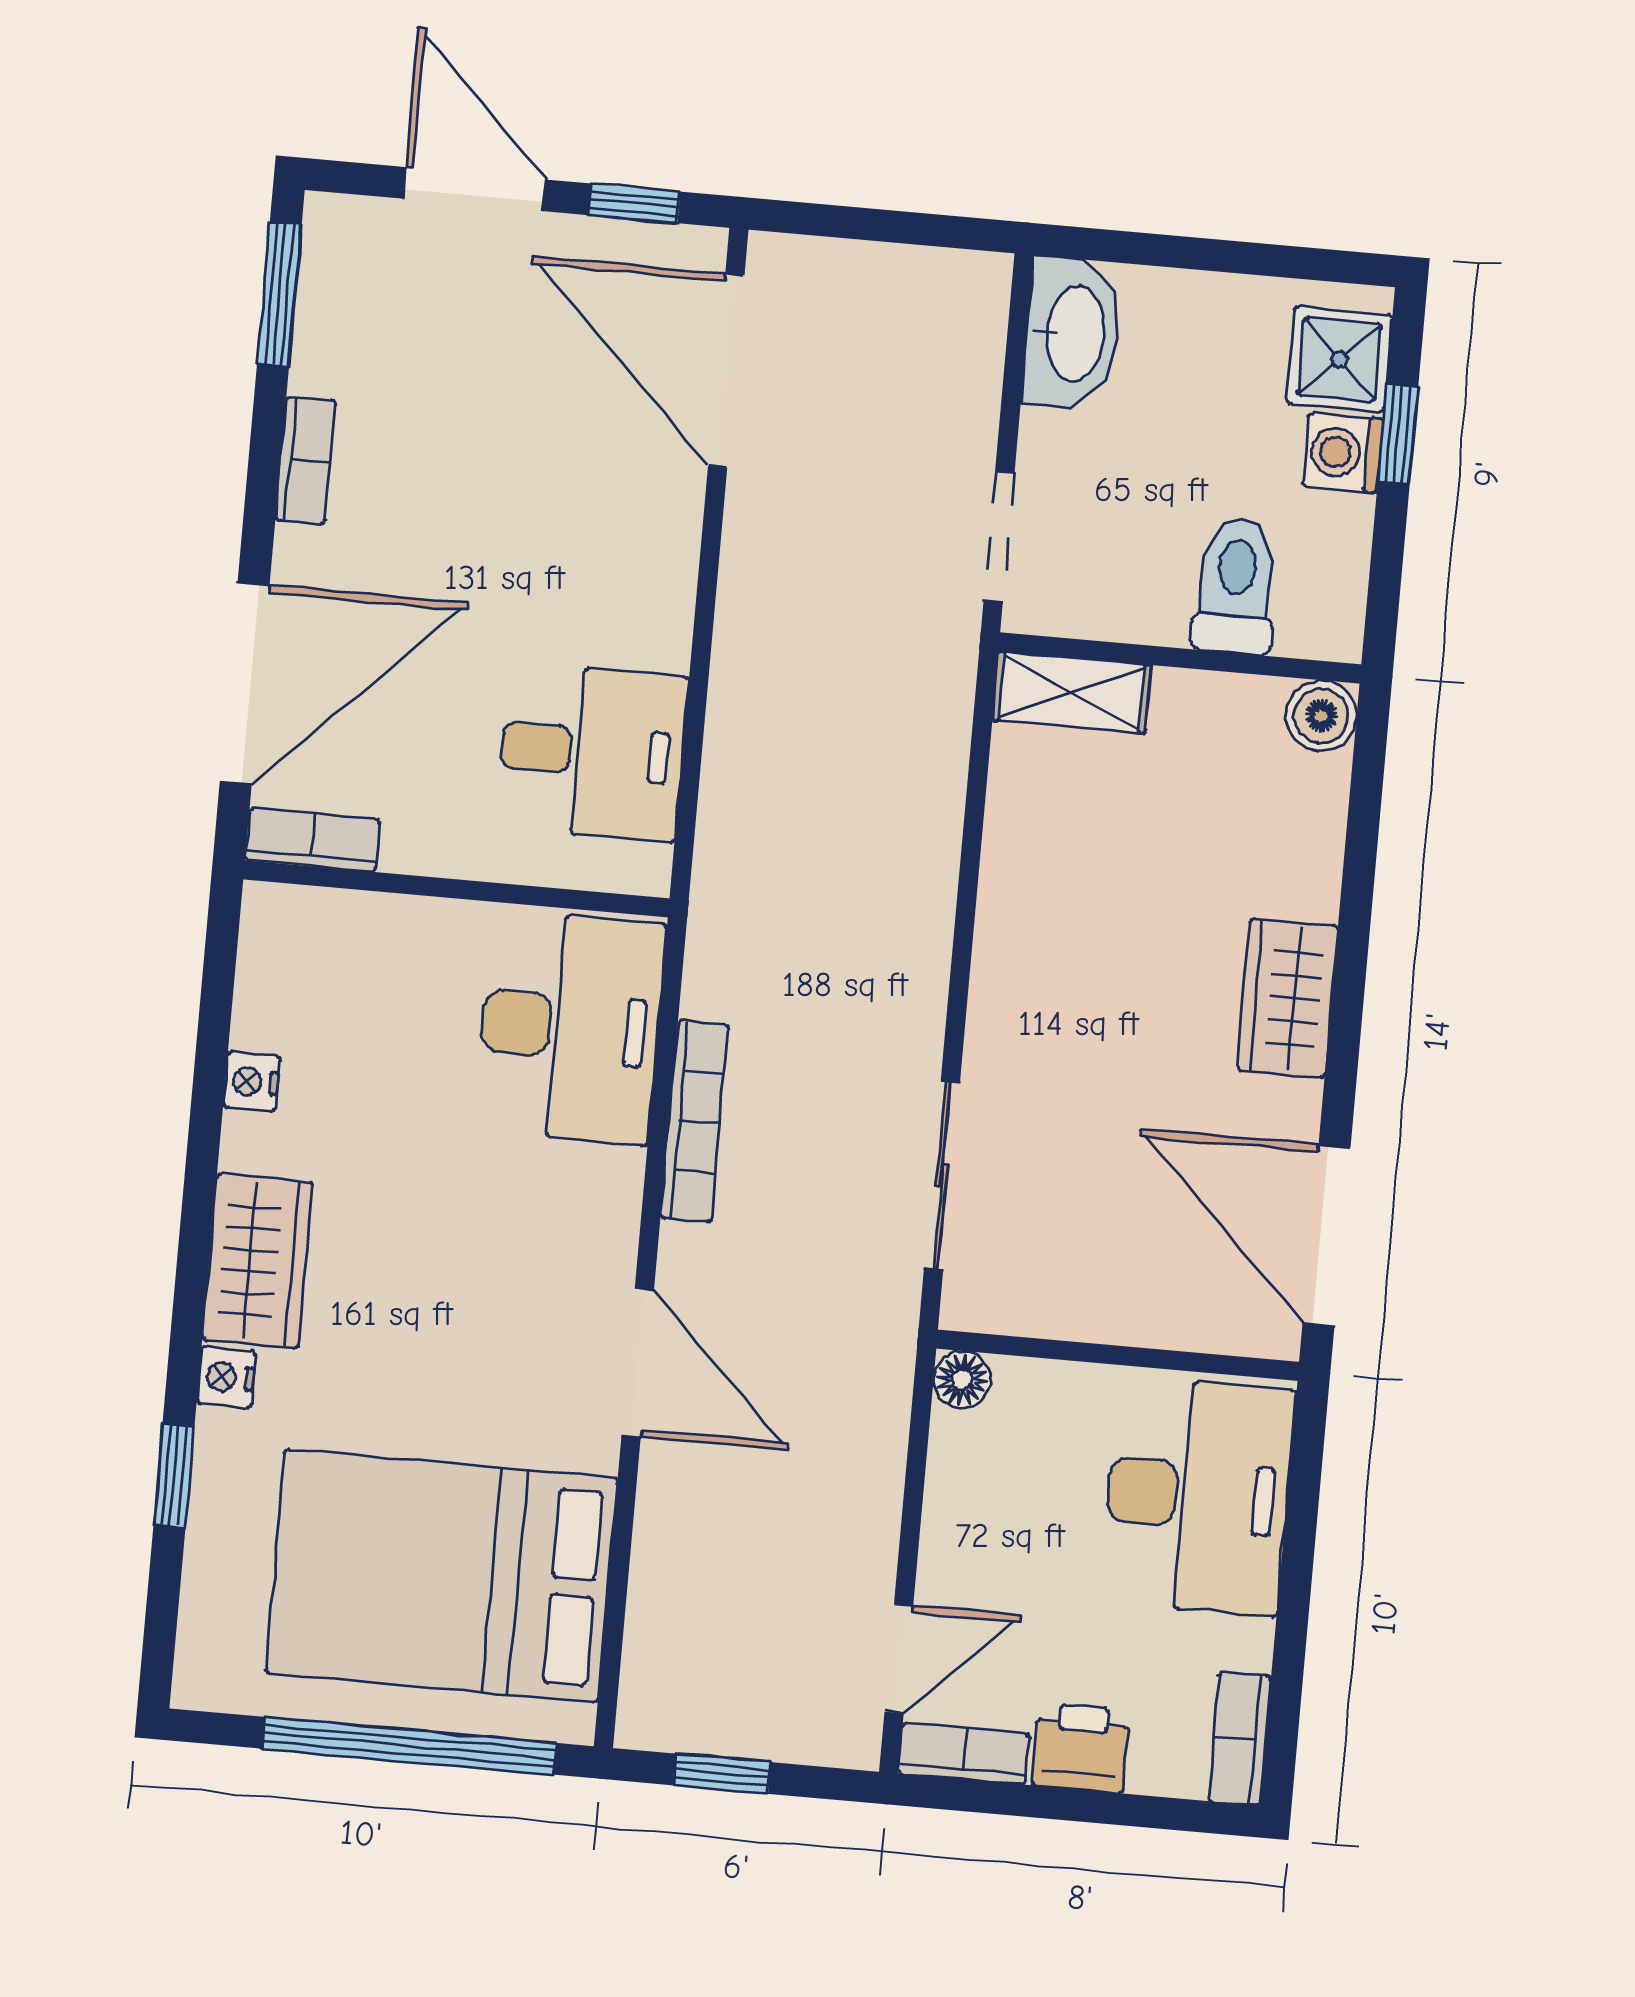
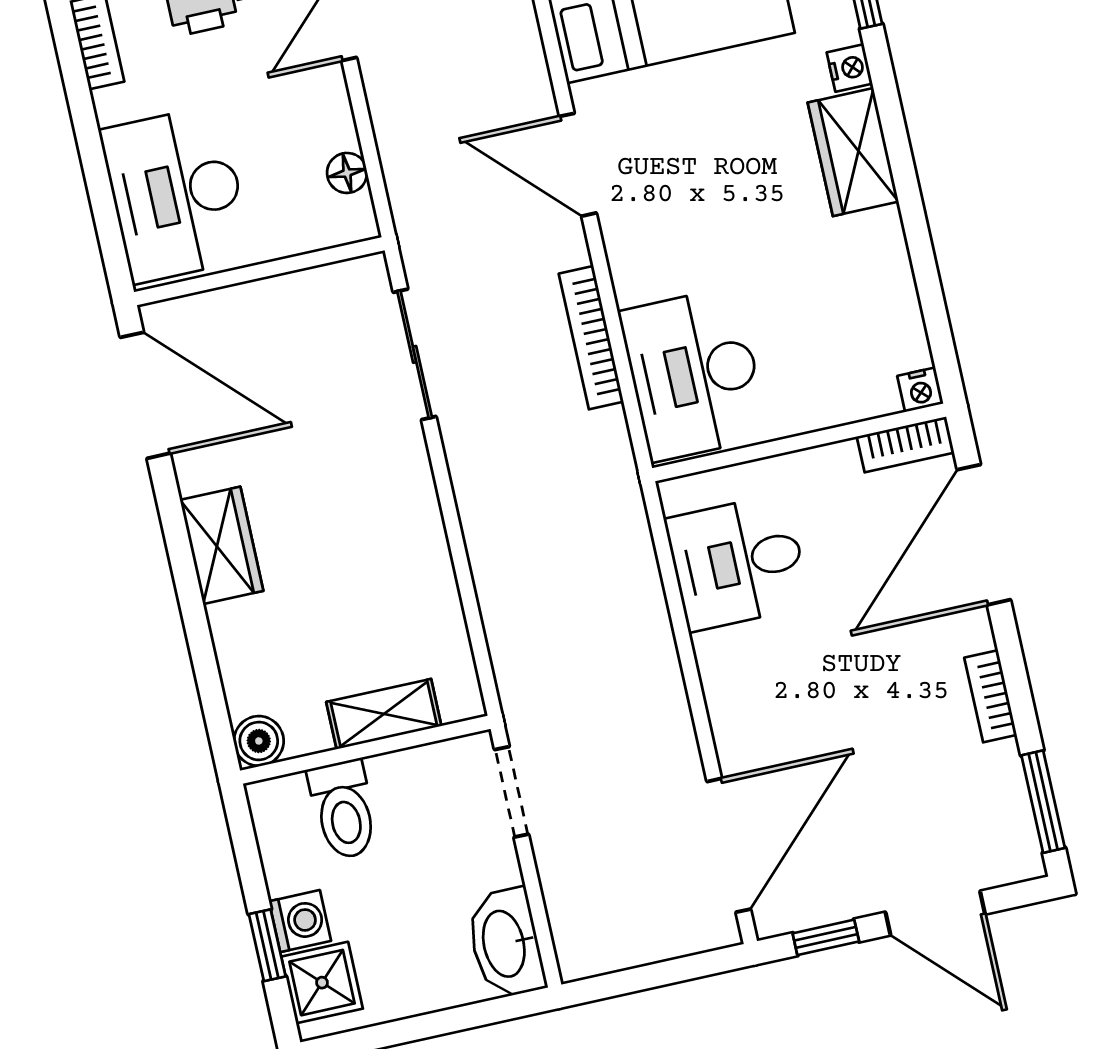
door: (726, 371) -> (729, 845), hinge flipped
shelving: (1072, 692) -> (384, 714), moved
nightstand: (252, 1082) -> (920, 390), moved, turned 90
floor lamp: (962, 1380) -> (347, 173), moved

